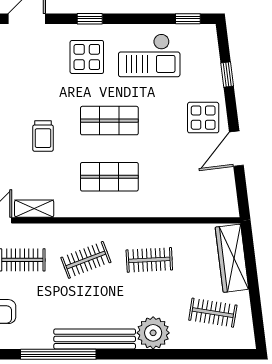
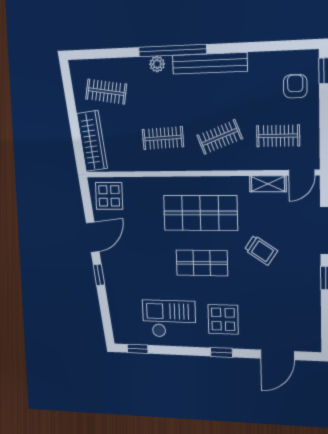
window: (227, 75) -> (99, 275), moved
display table: (203, 118) -> (109, 196), moved
trolley: (43, 136) -> (261, 250), turned 124
shop shelf: (109, 177) -> (200, 213), width x1.43, depth x1.36
plant: (153, 333) -> (157, 64), width x0.53, depth x0.53
window: (58, 354) -> (172, 50), moved

